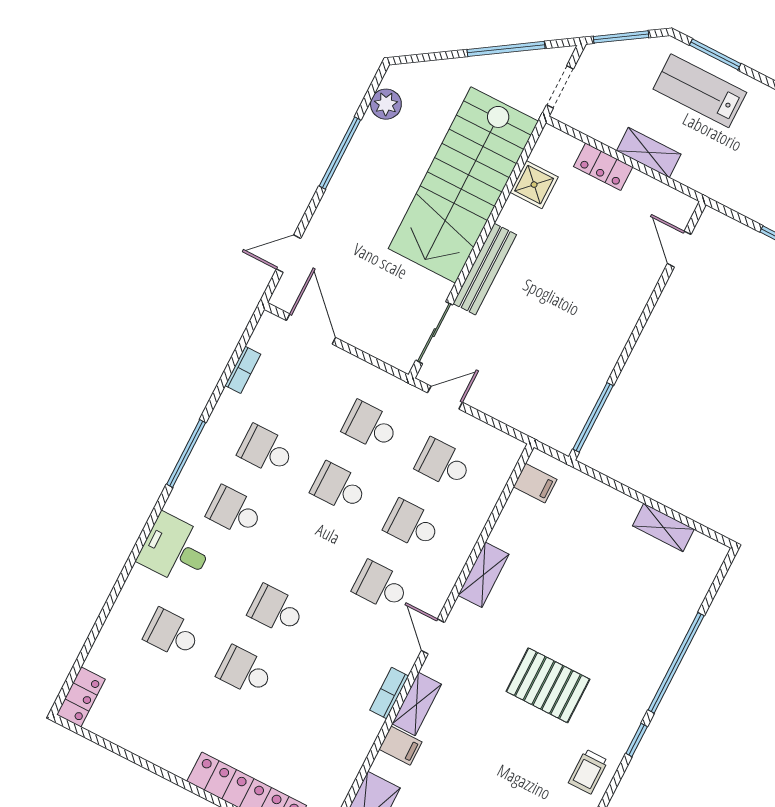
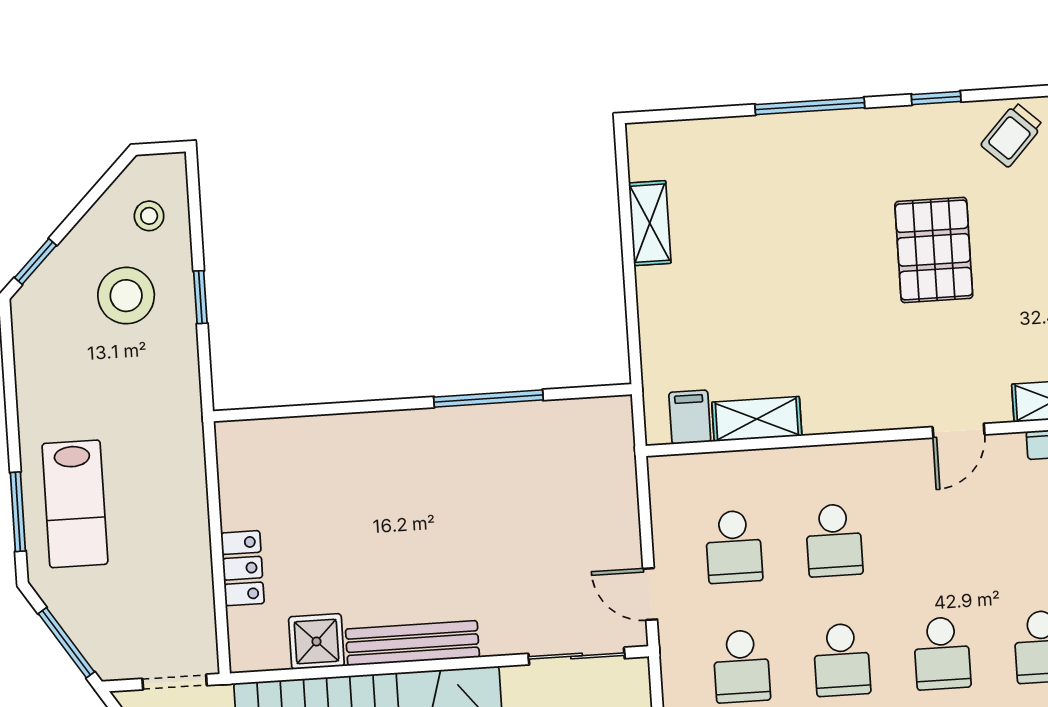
shelving: (649, 152) -> (190, 522), removed
door: (679, 249) -> (289, 411), removed
bench: (485, 269) -> (412, 643), moved
window: (593, 417) -> (488, 398), moved
shelving: (483, 575) -> (757, 419), moved
school desk: (381, 586) -> (942, 653), moved
window: (676, 663) -> (810, 106), width x0.68
trolley: (588, 772) -> (1012, 135), turned 133

